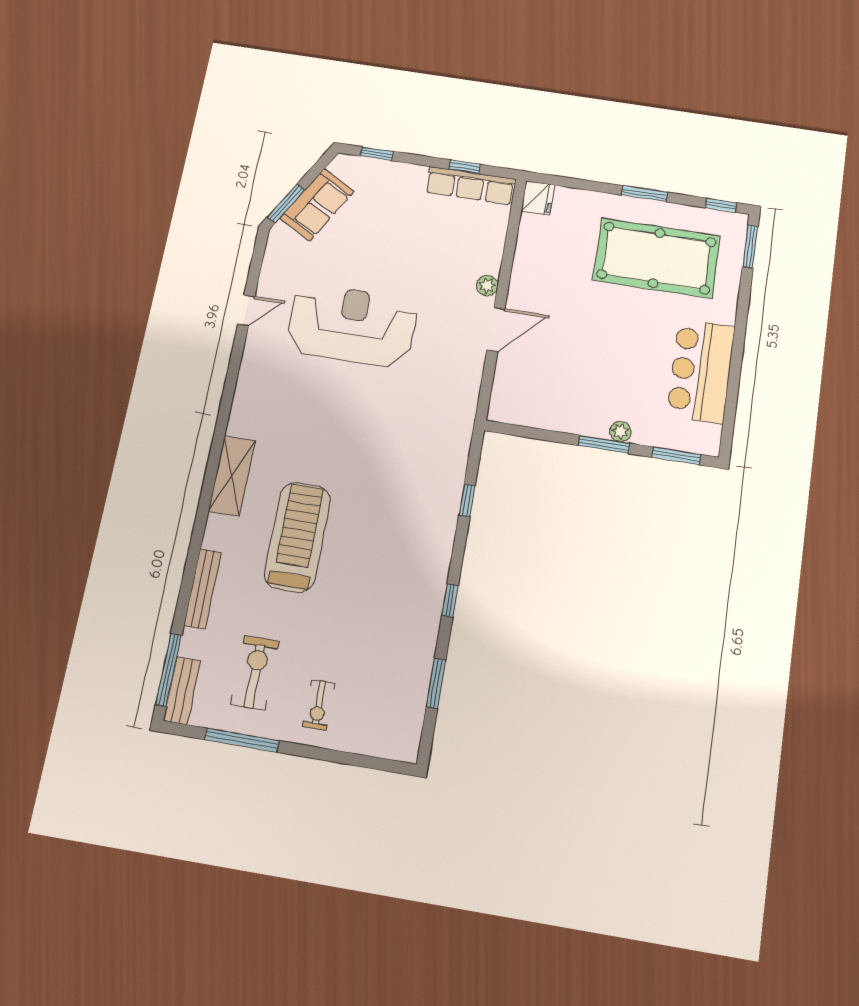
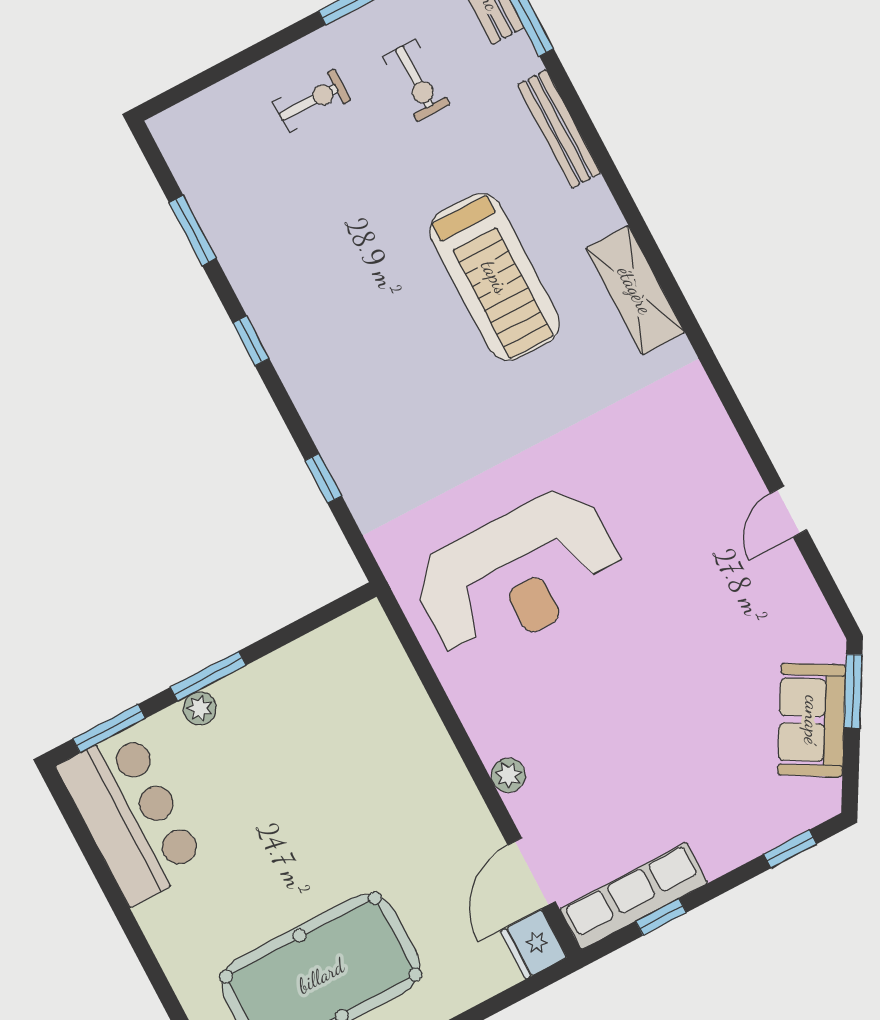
reception desk: (352, 325) -> (518, 574), moved
door: (496, 329) -> (532, 873), moved
bar counter: (701, 371) -> (132, 816), moved
exercise bike: (255, 673) -> (416, 80), width x0.73, depth x0.72
exercise bike: (319, 705) -> (312, 101), turned 90

